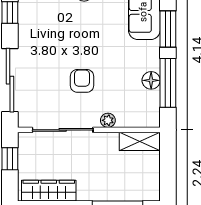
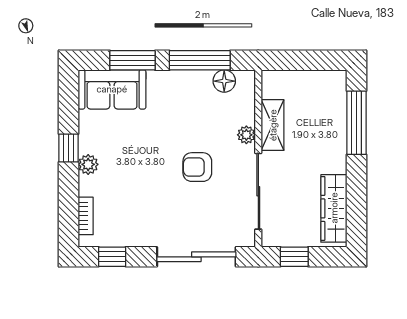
floor lamp: (151, 80) -> (224, 81), moved
shelving: (140, 141) -> (273, 125), moved

